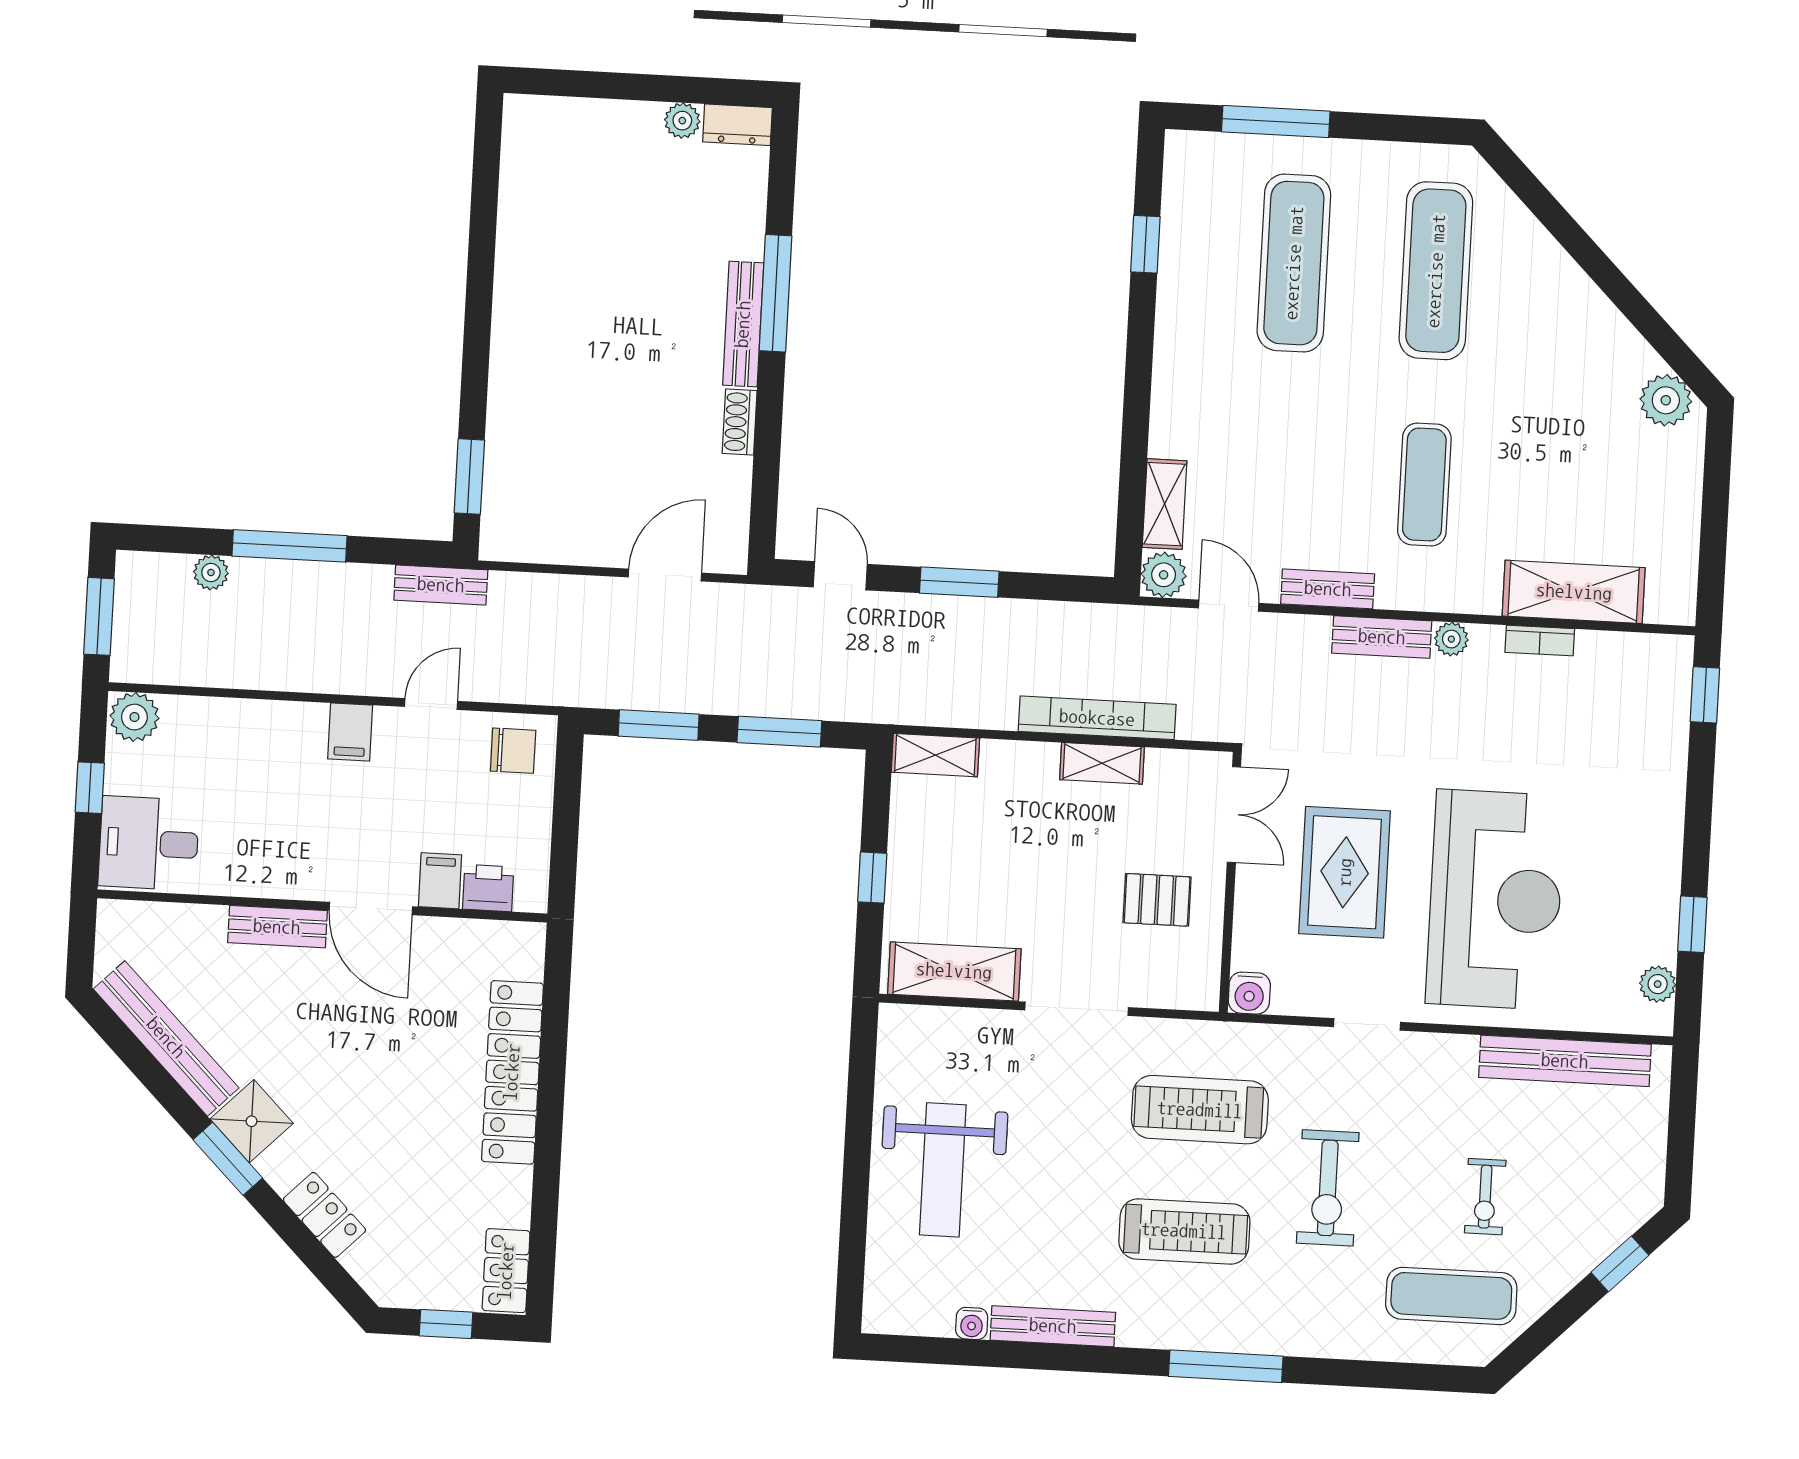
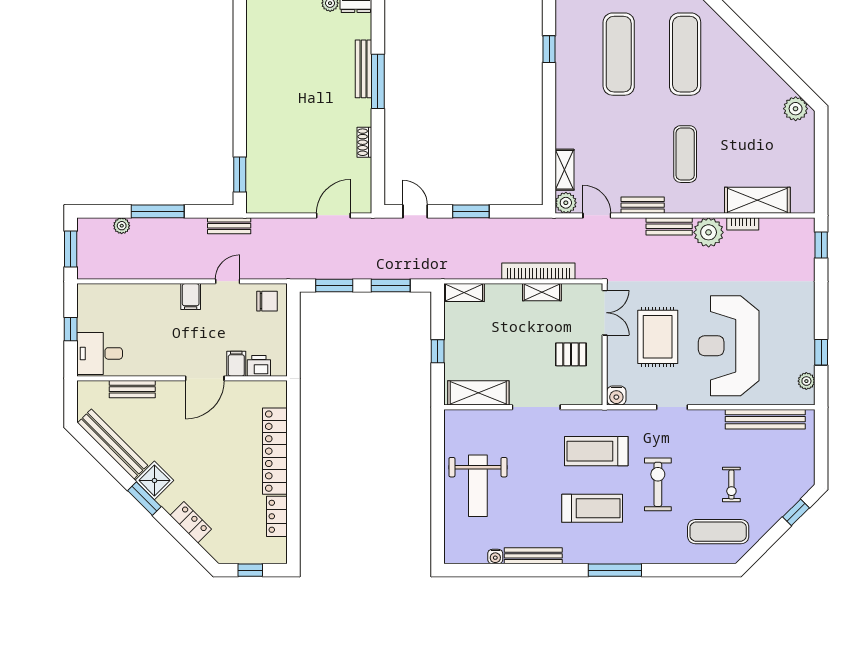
bench: (743, 324) -> (364, 69), moved
plant: (1451, 639) -> (709, 232), width x1.88, depth x1.88
plant: (134, 717) -> (90, 295), removed
reception desk: (1495, 900) -> (729, 346), turned 180
door: (371, 909) -> (205, 378), hinge flipped
bench: (277, 927) -> (132, 389), moved
exercise bike: (1328, 1188) -> (658, 484), turned 180
locker: (506, 1271) -> (277, 516), moved

